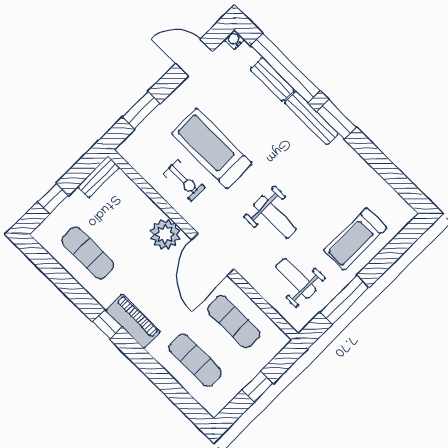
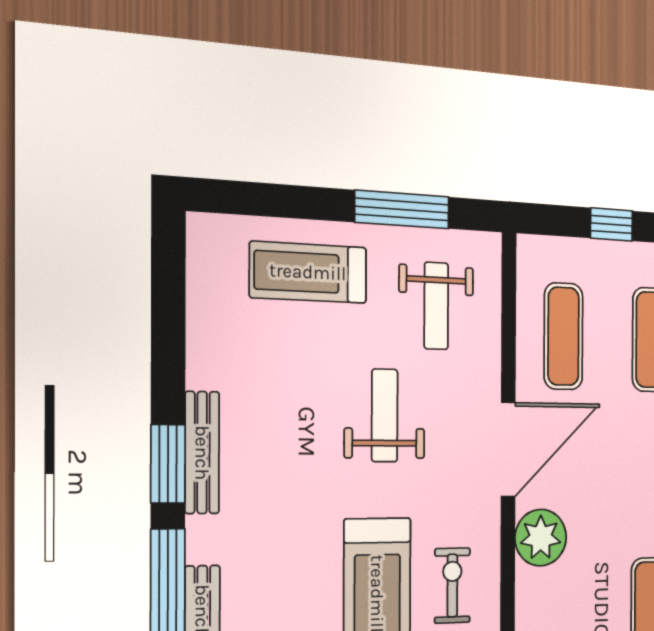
bench: (311, 118) -> (202, 453), moved
treadmill: (355, 239) -> (308, 272), turned 180

